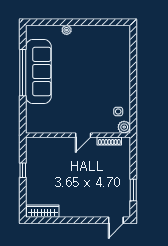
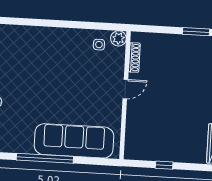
sofa: (38, 71) -> (74, 141), moved
door: (83, 135) -> (125, 89), hinge flipped

